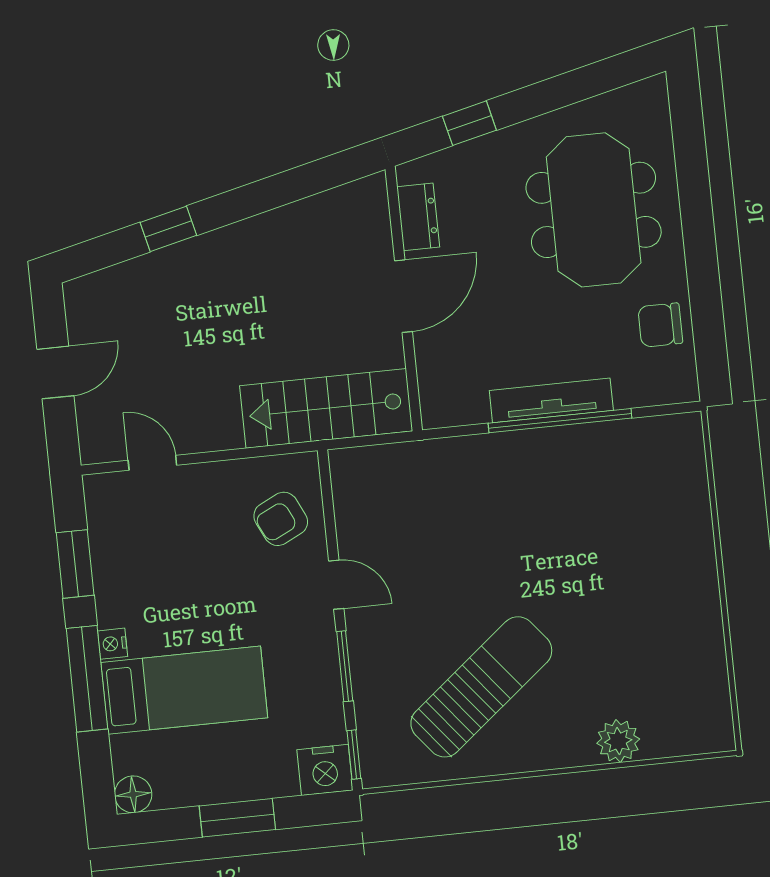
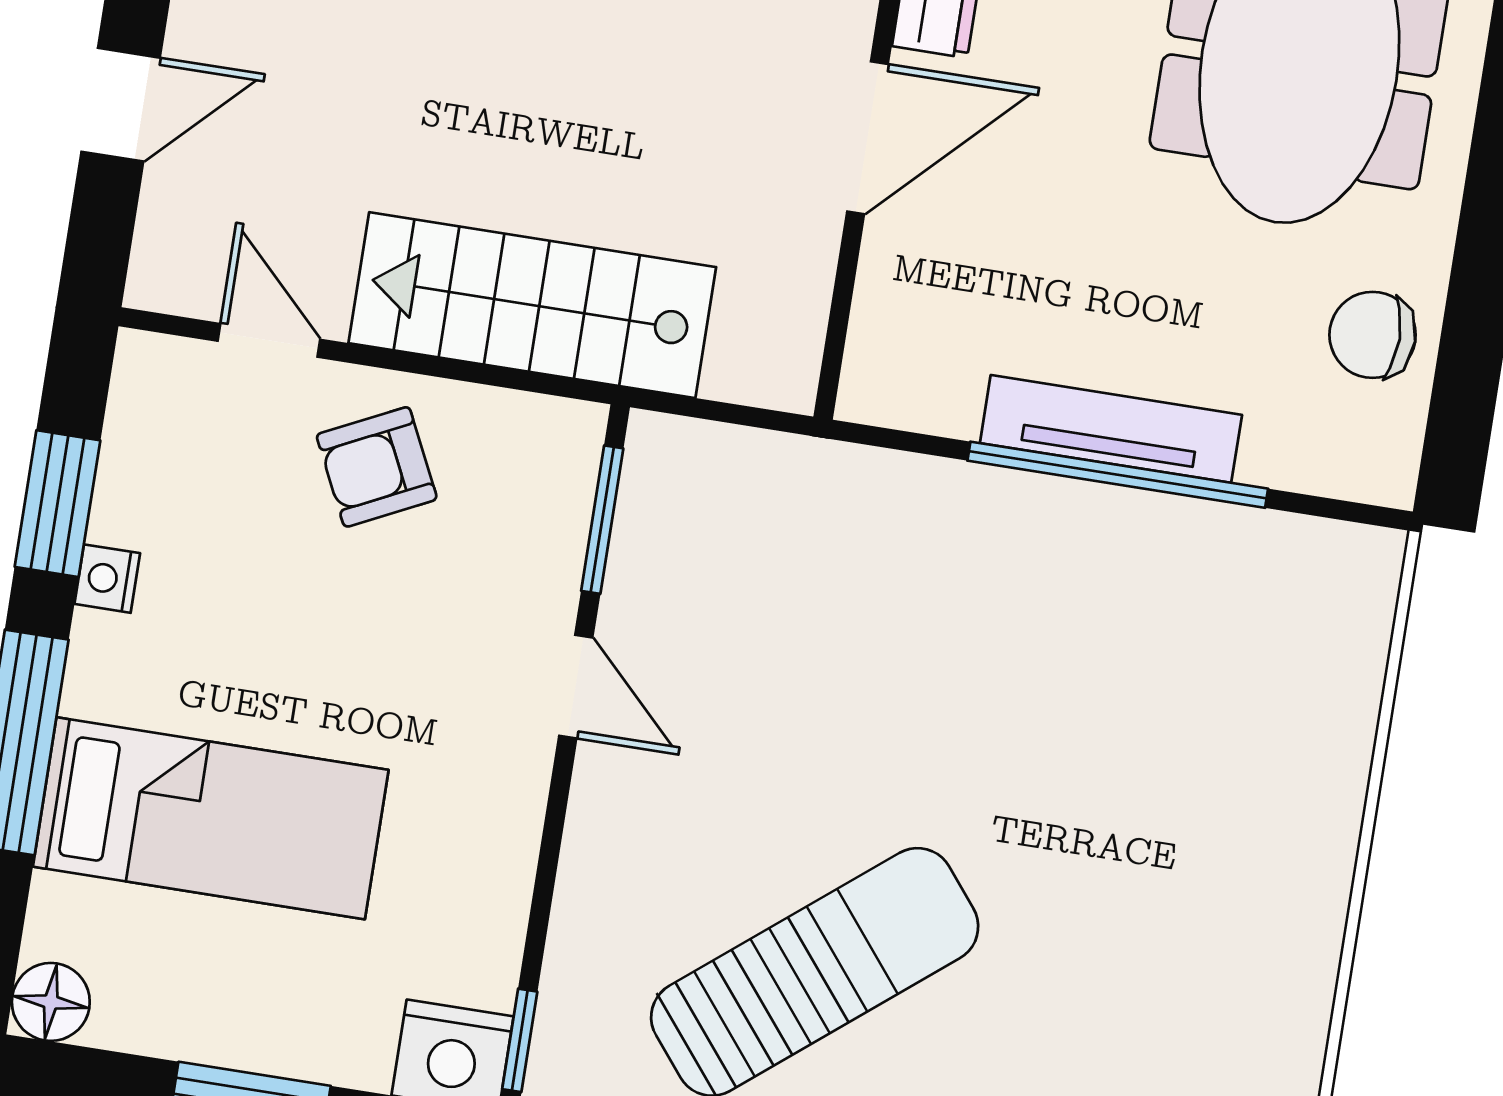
stairs: (326, 408) -> (532, 305), moved
armchair: (281, 519) -> (377, 467), moved
nightstand: (113, 644) -> (107, 579), moved
window: (345, 666) -> (602, 520), moved

